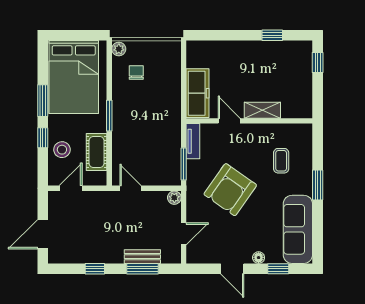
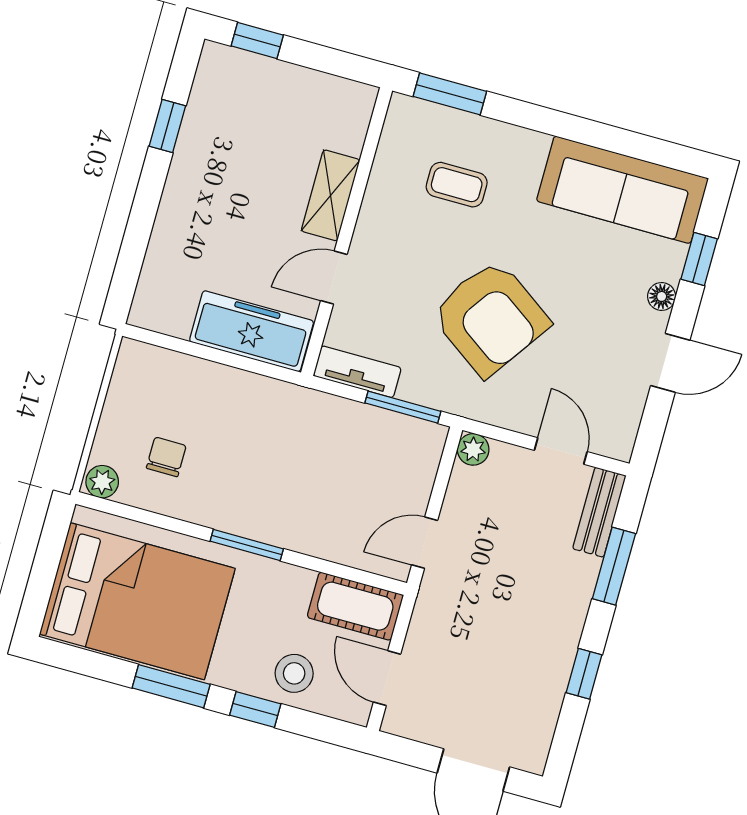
chair: (136, 72) -> (166, 457), turned 90
cot: (97, 152) -> (355, 606), moved
window: (318, 185) -> (450, 94), moved
bench: (142, 257) -> (599, 512), moved

